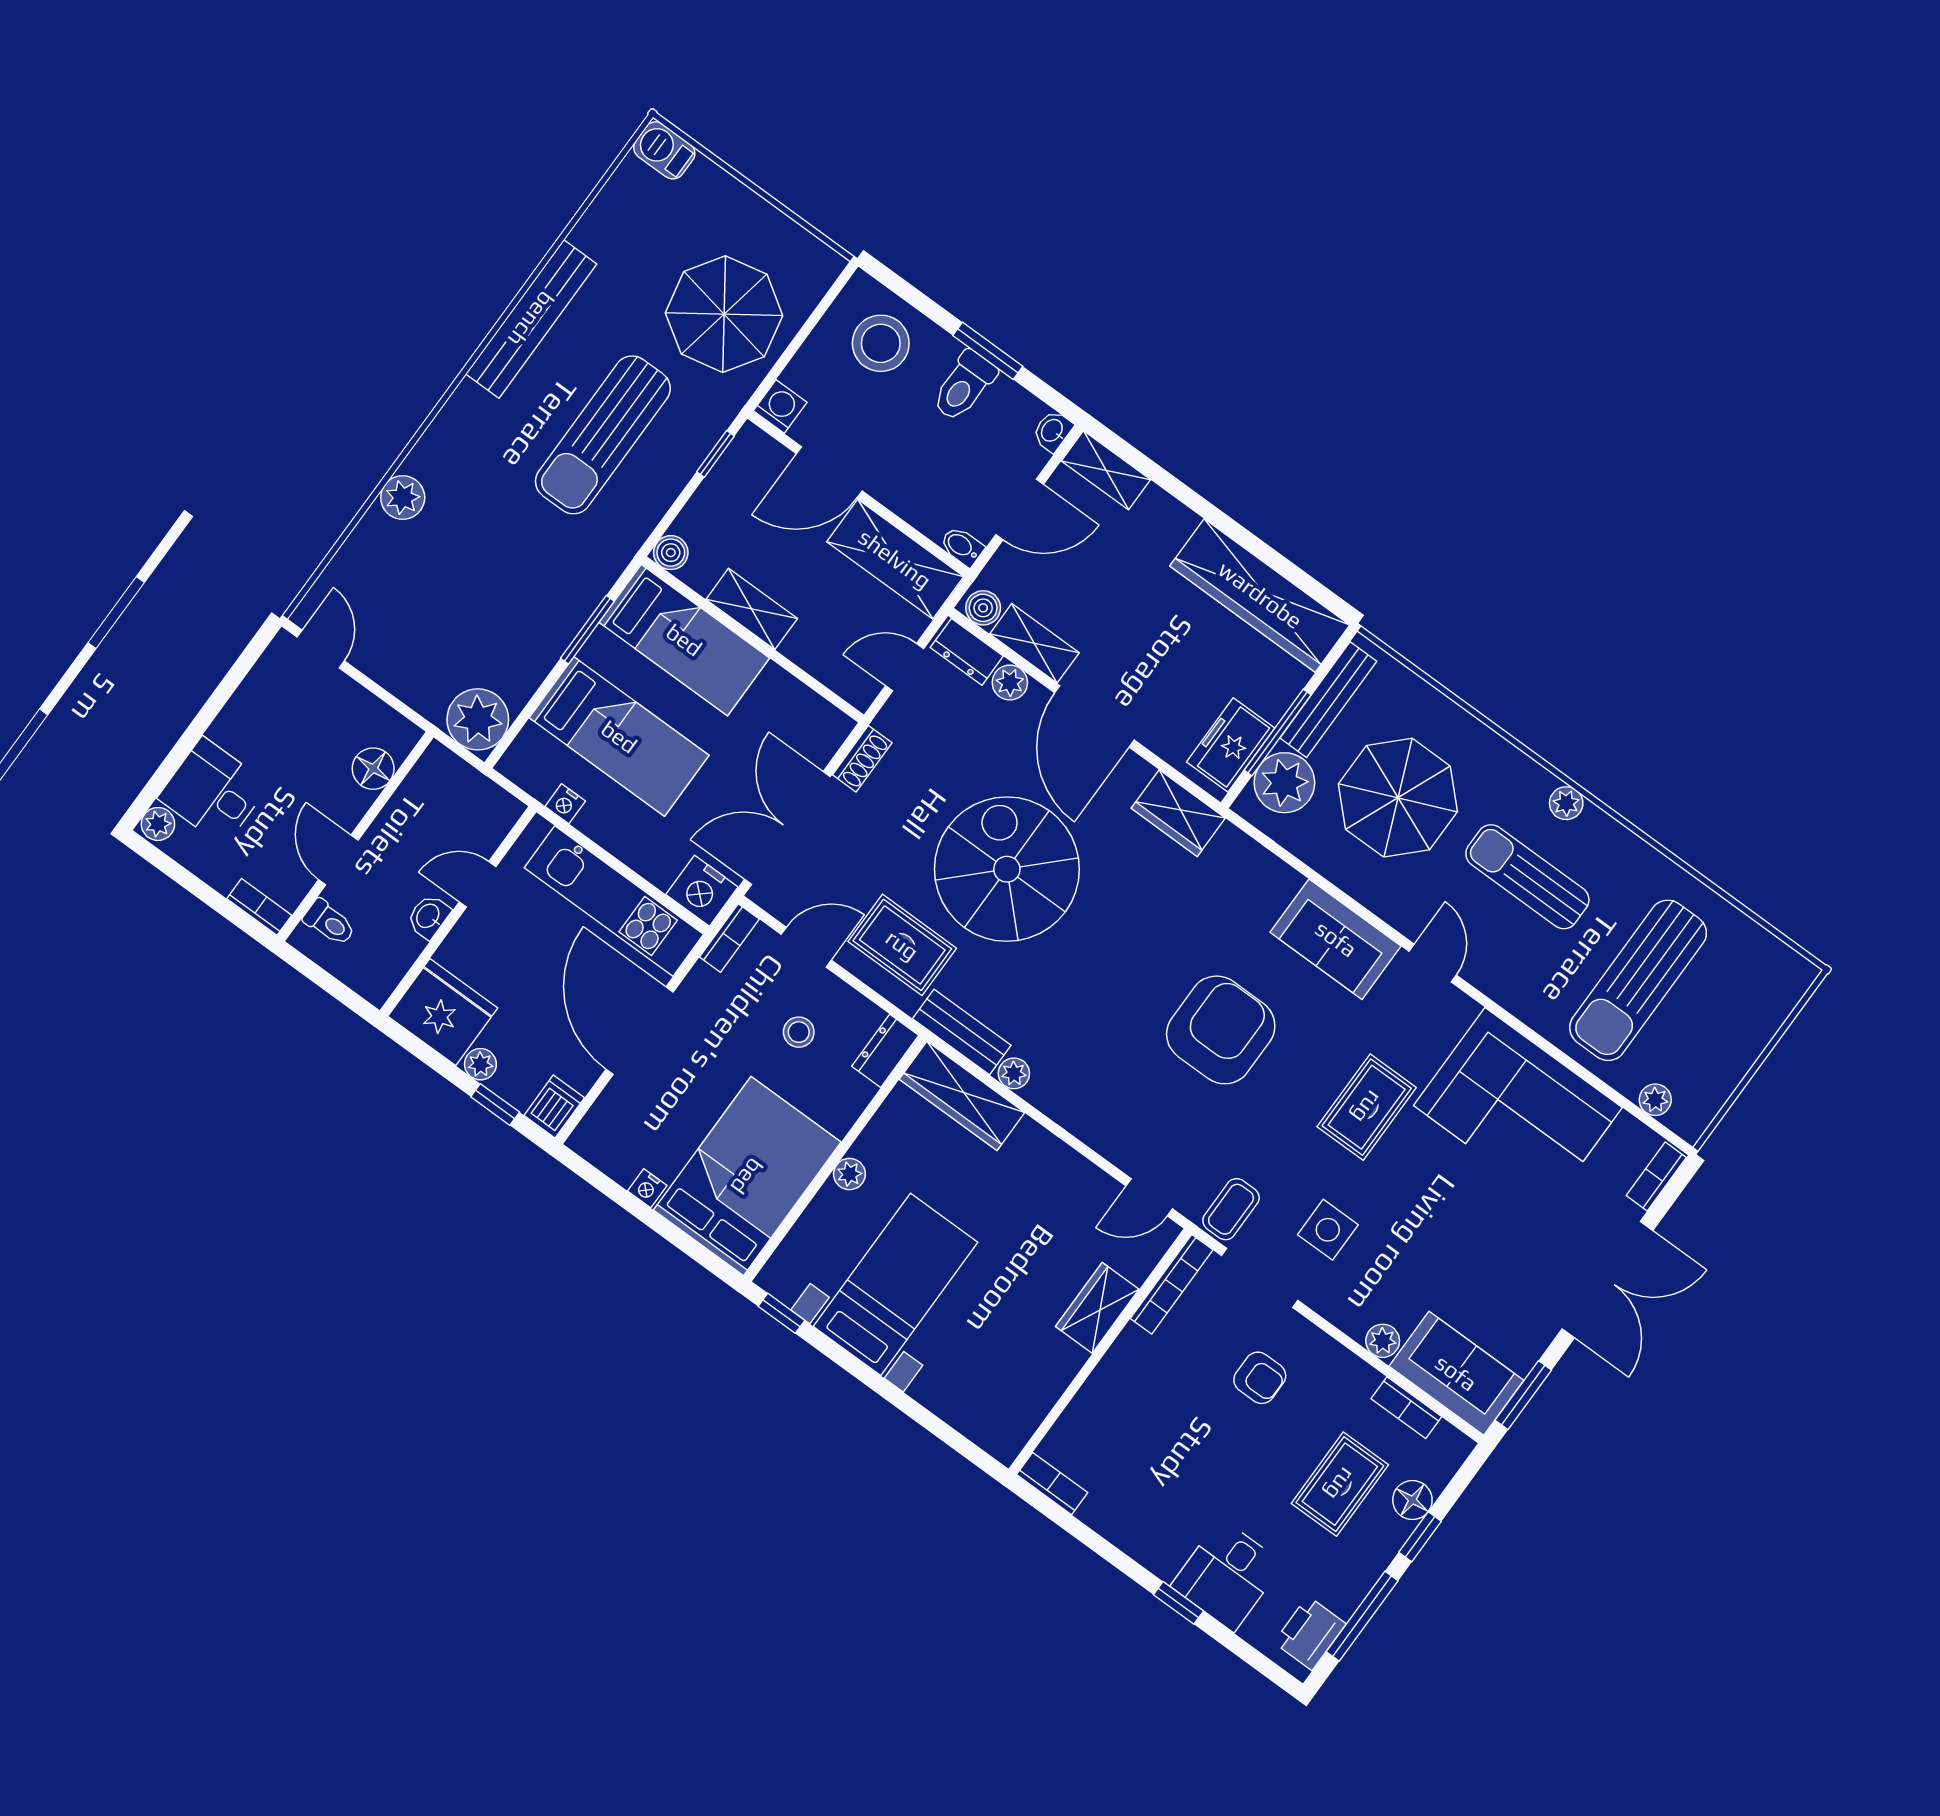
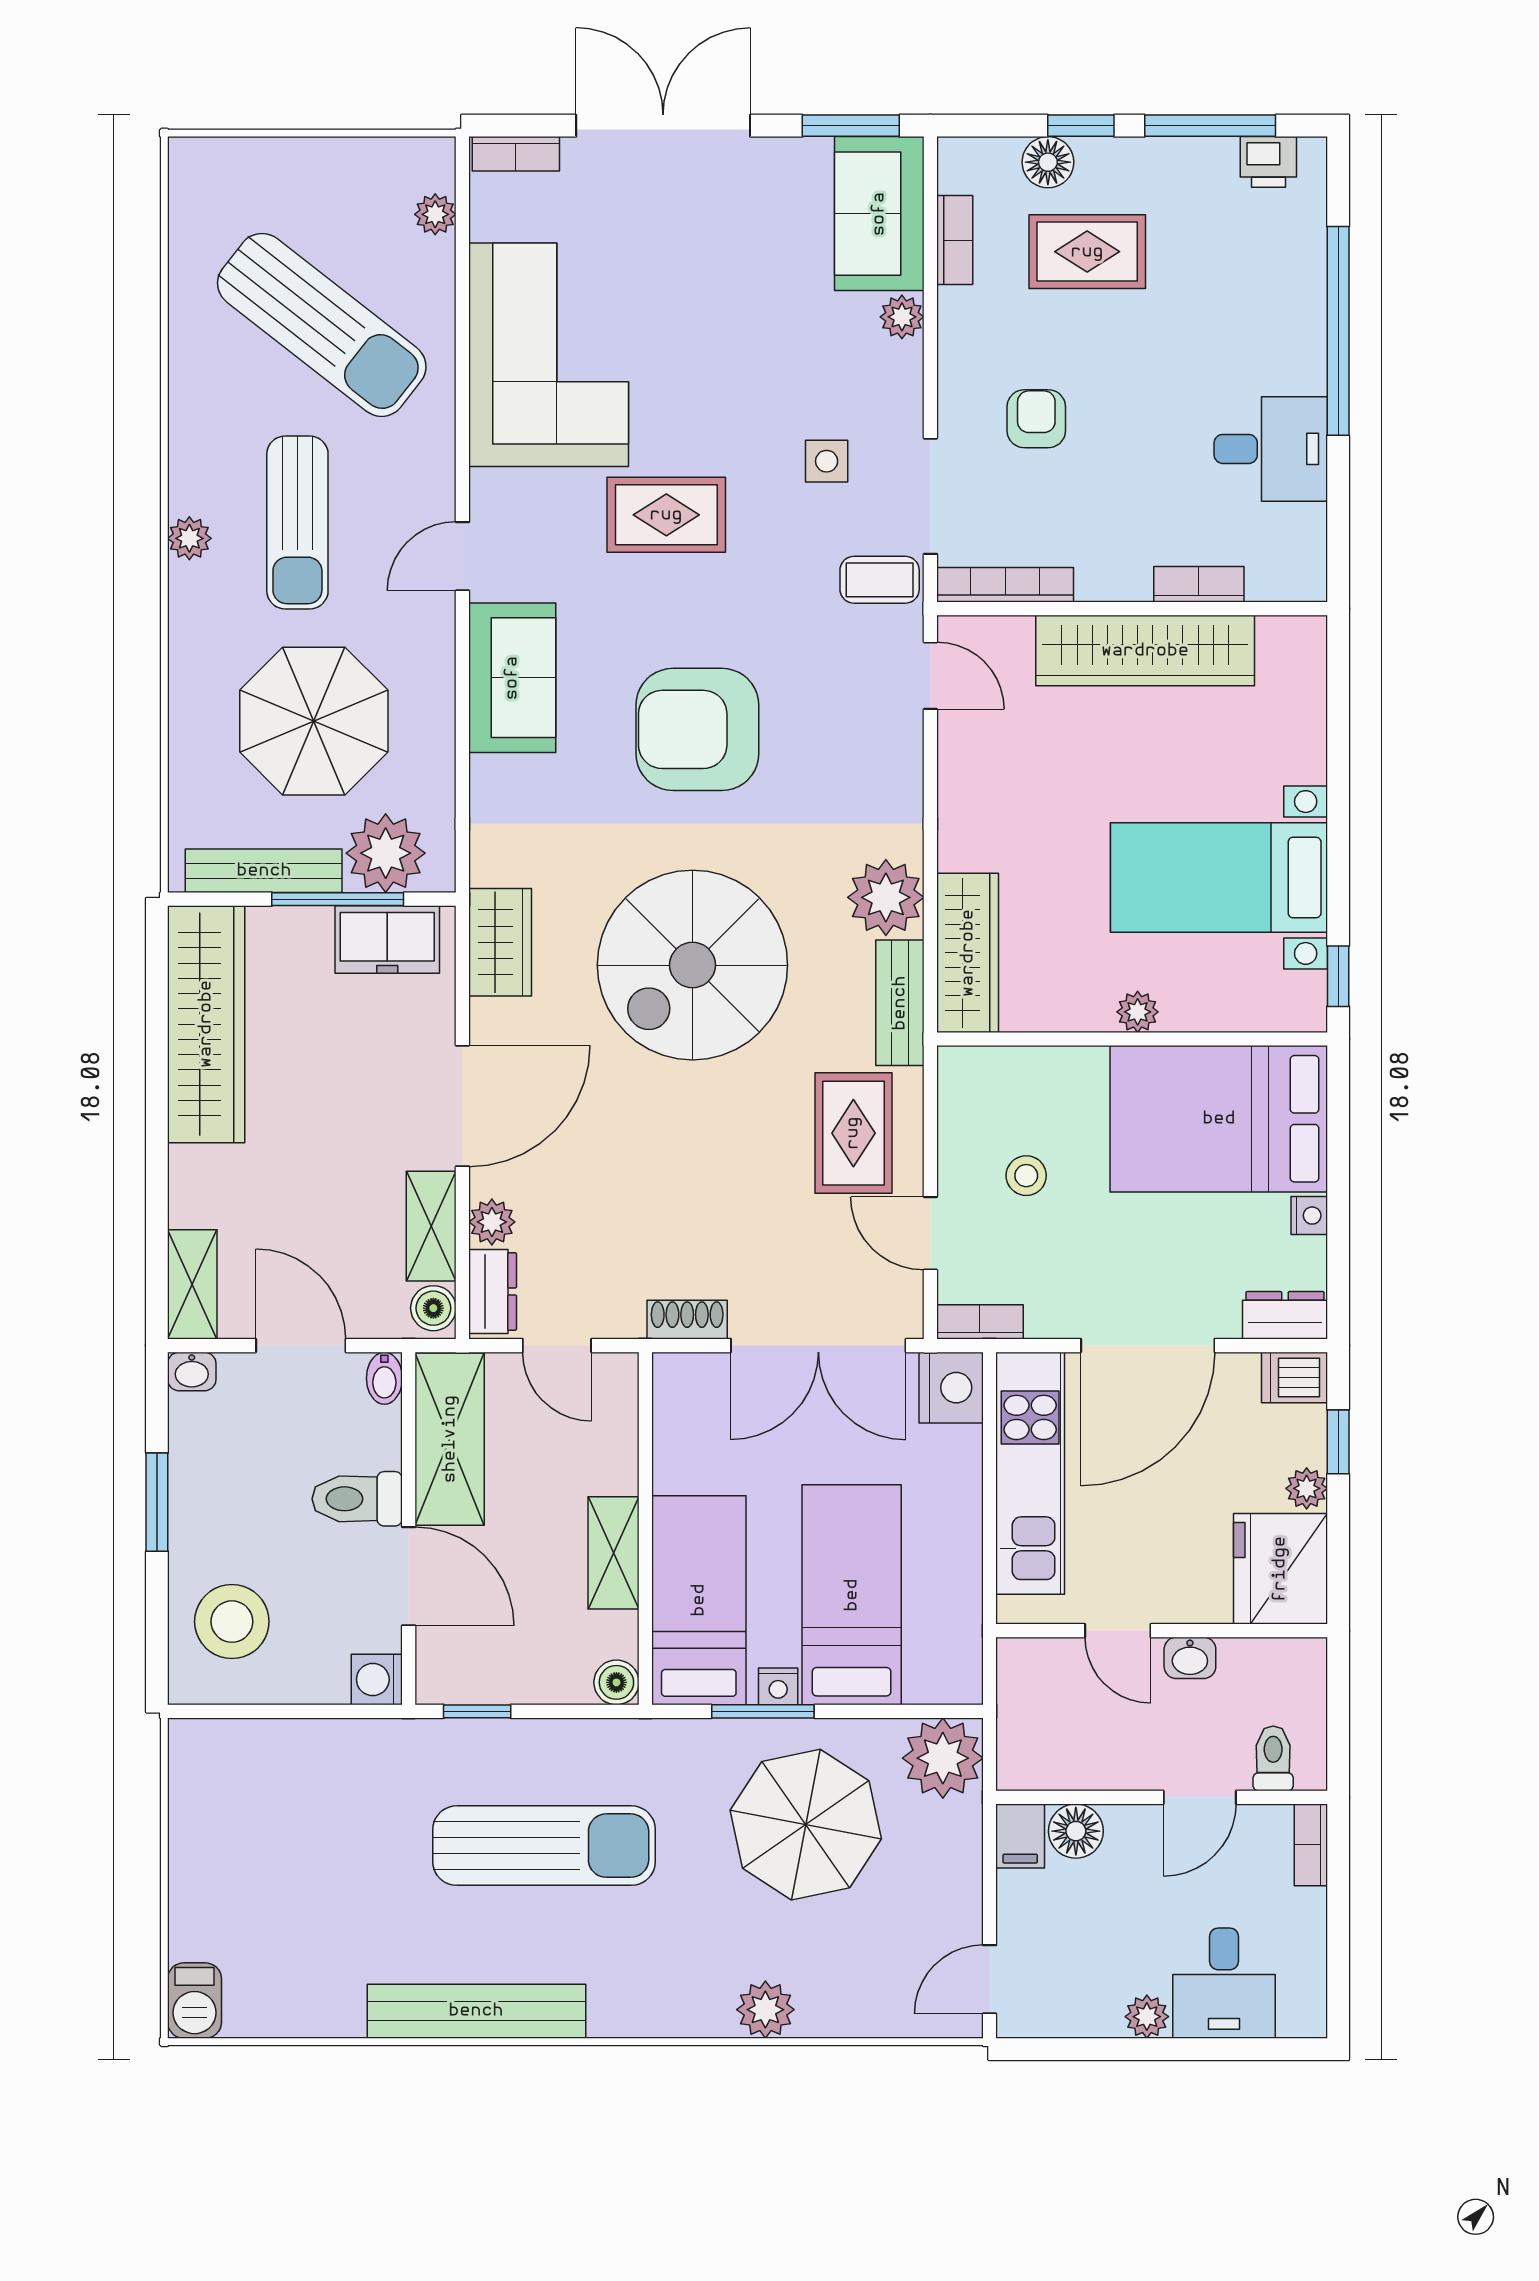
parasol: (724, 314) -> (806, 1825), moved
toilet: (964, 386) -> (357, 1499), moved, turned 180
filing cabinet: (395, 732) -> (1020, 1836), added
nightstand: (565, 804) -> (778, 1686), moved, turned 90
plant: (158, 824) -> (1147, 2017), moved
spiral stairs: (1007, 869) -> (692, 965), moved
sun lounger: (1638, 980) -> (322, 325), turned 38
dresser: (885, 1051) -> (1285, 1315), moved, turned 180
plant: (1014, 1073) -> (886, 897), width x1.88, depth x1.88
side table: (1328, 1230) -> (827, 461), width x0.73, depth x0.73
wardrobe: (1097, 1308) -> (1145, 651), width x2.10, depth x1.17
bookcase: (1052, 1484) -> (1199, 584), moved, turned 90
desk: (1227, 1575) -> (1271, 449), moved
window: (1178, 1603) -> (1338, 331), width x3.17
printer: (1310, 1633) -> (1268, 162), width x0.73, depth x0.81

